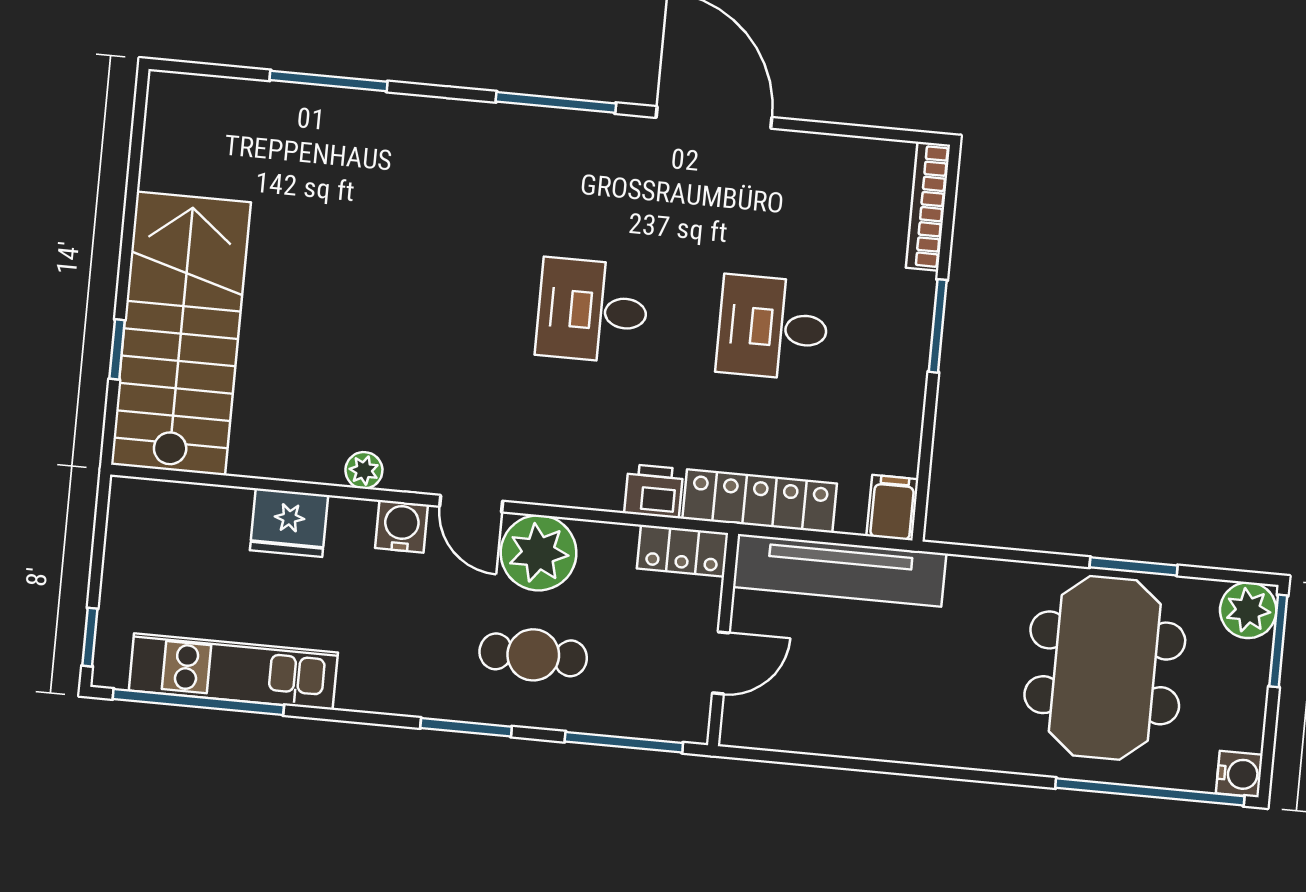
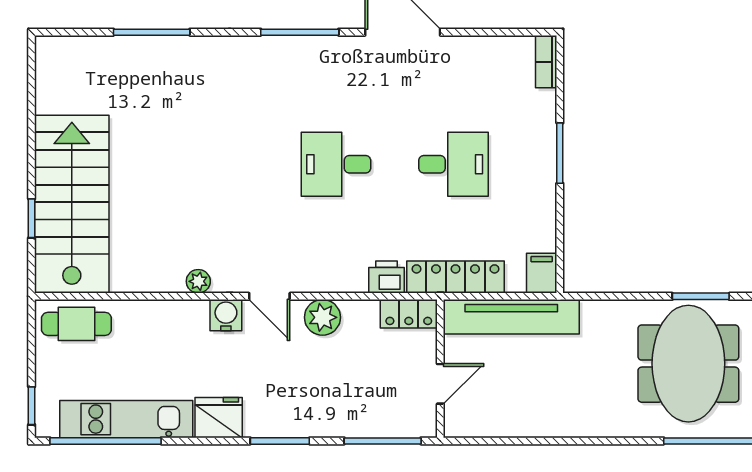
bookcase: (928, 206) -> (546, 62), width x0.64
desk: (773, 328) -> (453, 164), turned 180
fridge: (289, 523) -> (219, 418), moved, turned 180
plant: (538, 553) -> (322, 317), width x0.73, depth x0.73
cafe table: (533, 655) -> (76, 324), moved

